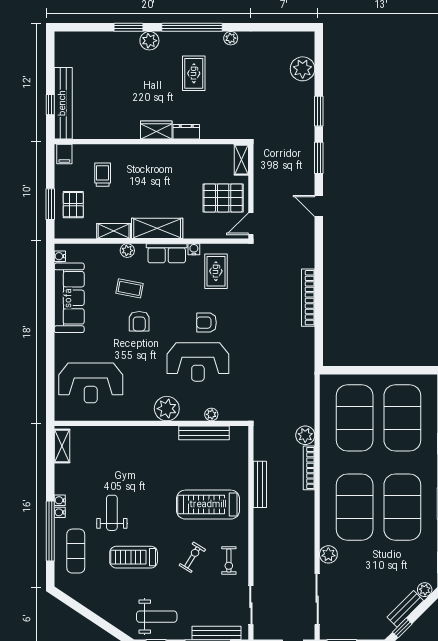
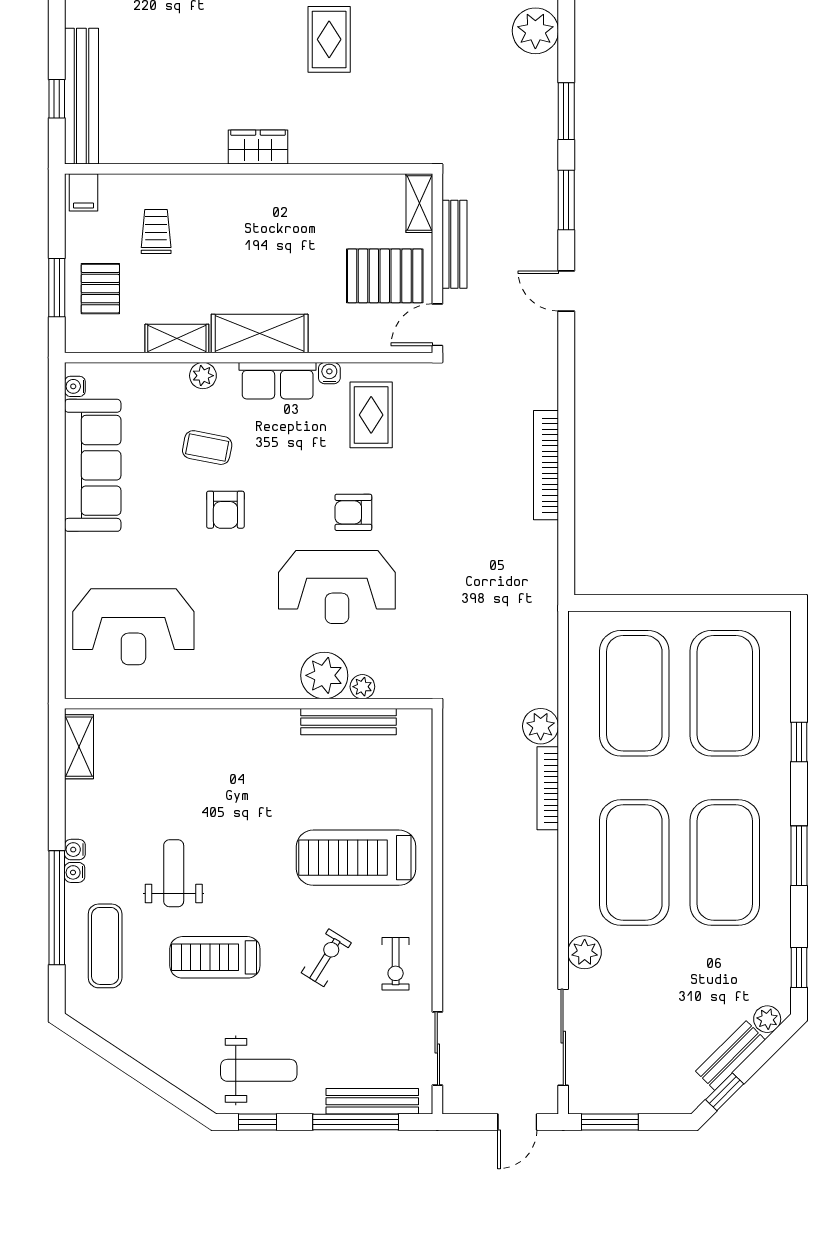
dresser: (186, 132) -> (315, 150), removed
plant: (167, 409) -> (324, 675), moved
bench: (260, 484) -> (454, 244), moved

